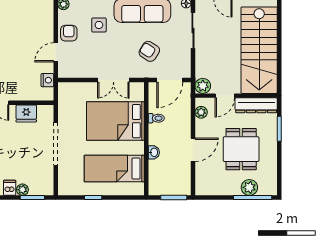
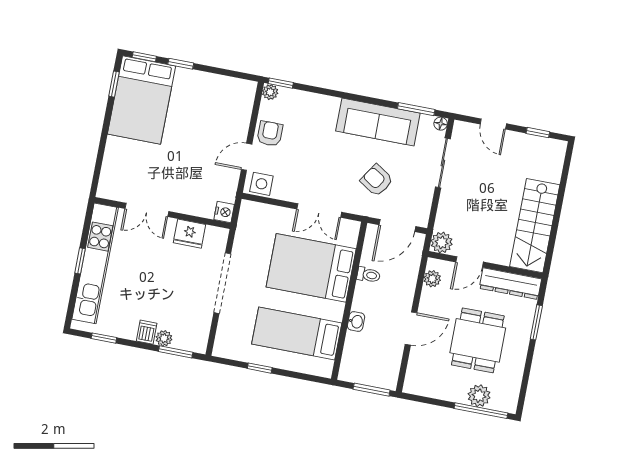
side table: (99, 25) -> (261, 184), moved
stairs: (259, 50) -> (535, 226), width x0.73, depth x0.66
nightstand: (47, 80) -> (224, 212), moved

